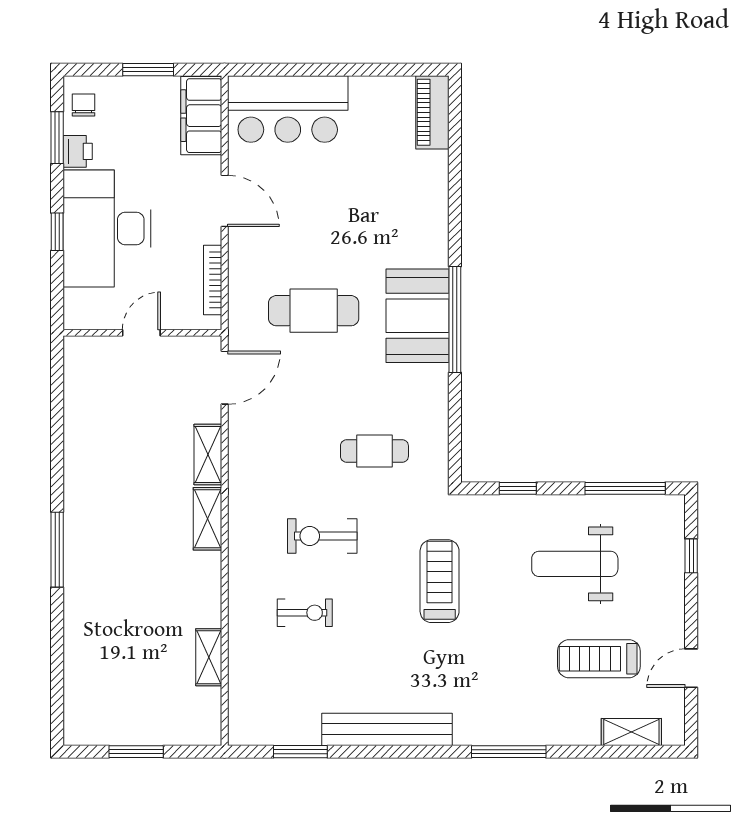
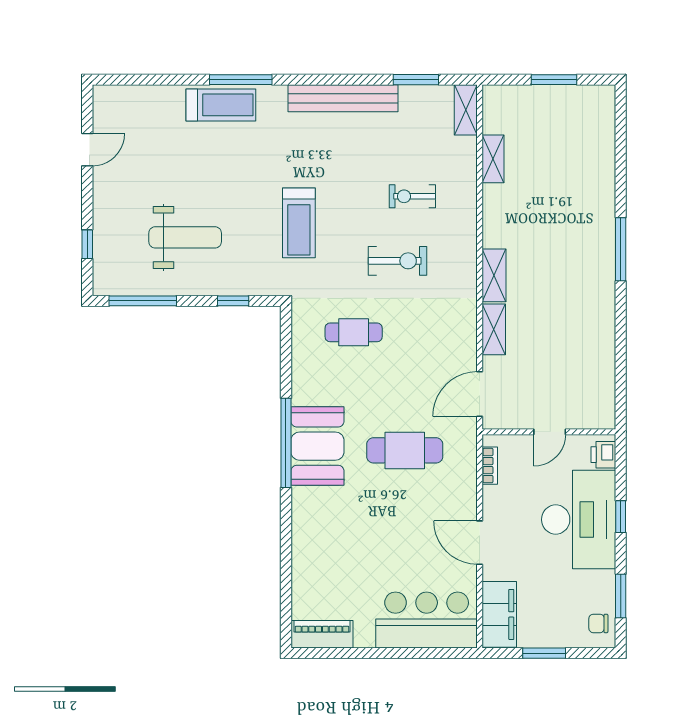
chair: (84, 105) -> (598, 623), turned 90
piano: (432, 112) -> (322, 634), moved, turned -90
printer: (78, 151) -> (603, 455), moved
bookcase: (213, 280) -> (490, 466), width x0.64
treadmill: (599, 659) -> (221, 105), moved
shelving: (631, 732) -> (466, 110), moved, turned 90

